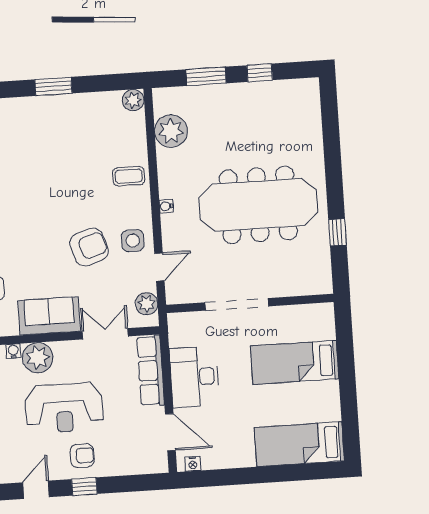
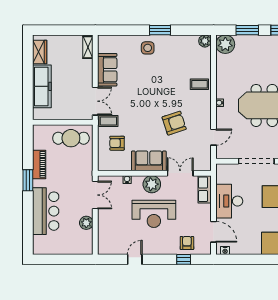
plant: (171, 131) -> (225, 44), moved
side table: (133, 241) -> (148, 48), moved
plant: (147, 304) -> (205, 158), removed
plant: (38, 358) -> (152, 184), moved
row of seats: (151, 371) -> (205, 189), width x0.68
armchair: (82, 456) -> (187, 243), moved, turned -90
window: (84, 487) -> (184, 259), moved

